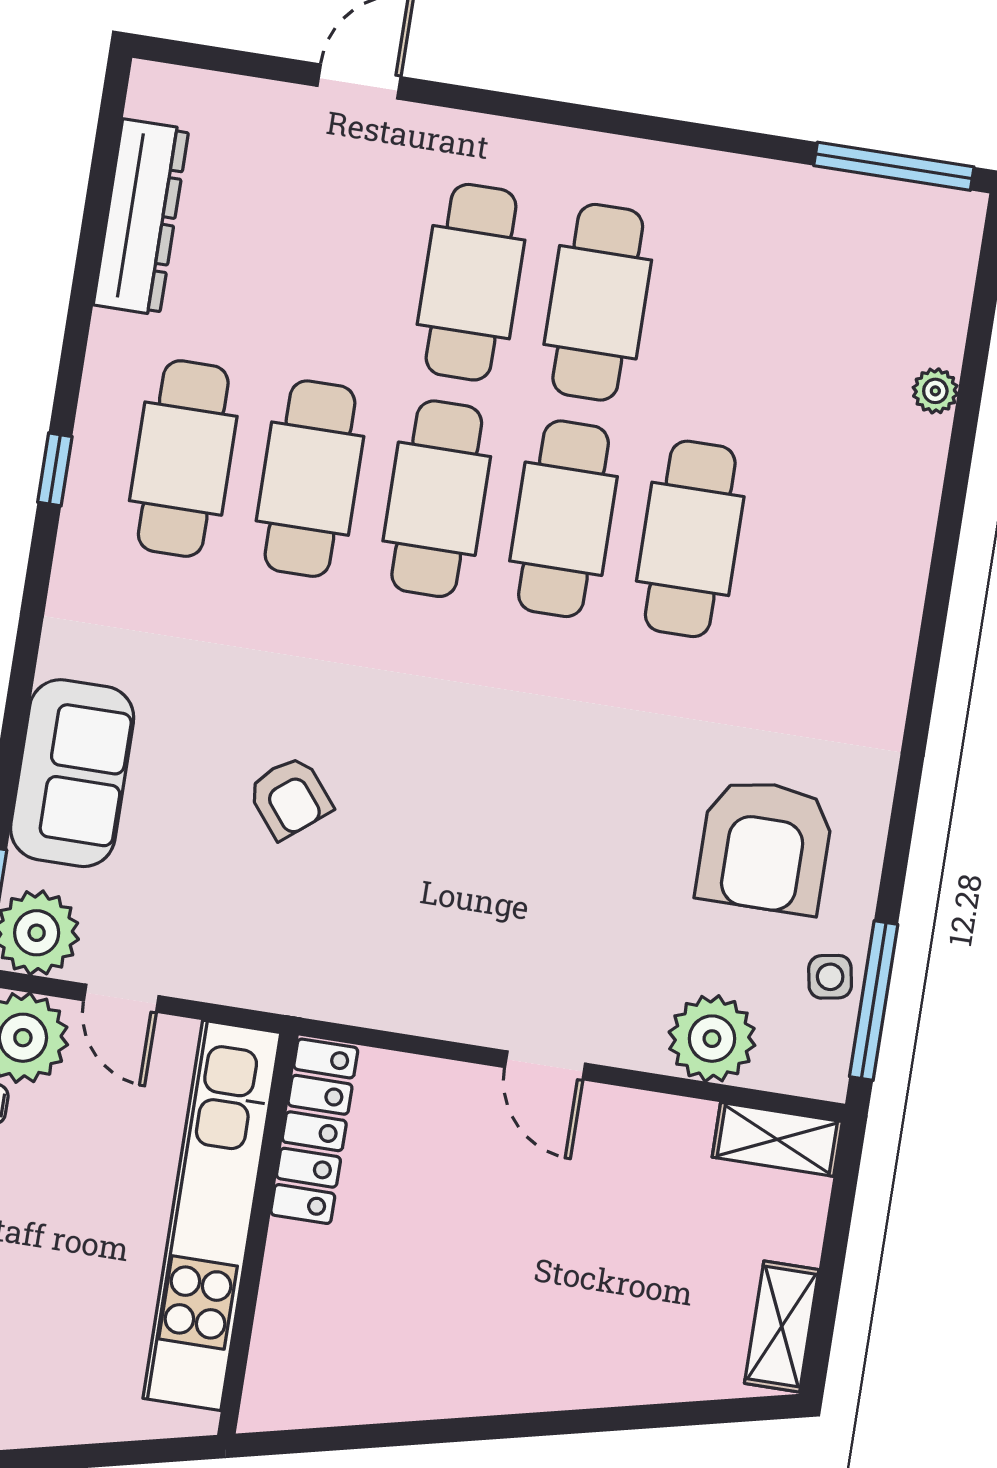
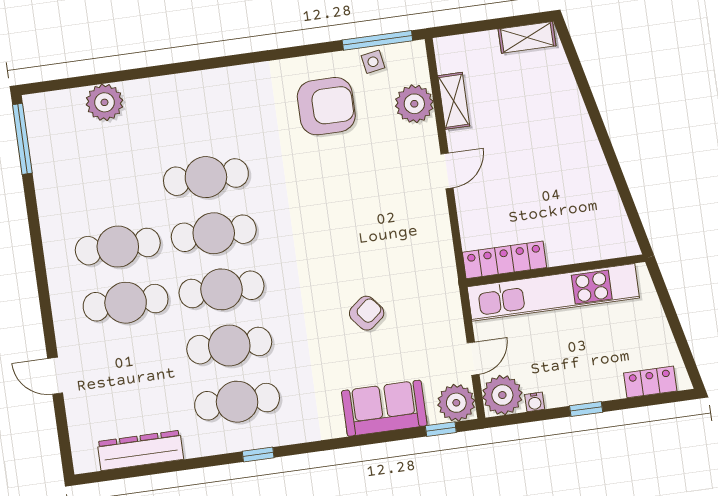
plant: (935, 391) -> (104, 102), width x1.87, depth x1.87
shelving: (777, 1139) -> (454, 101), moved

